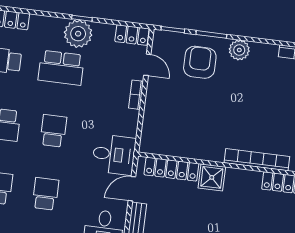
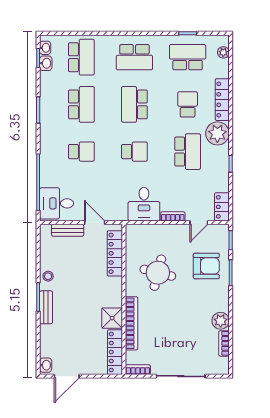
plant: (78, 34) -> (217, 133), moved
plant: (239, 50) -> (221, 321), moved
school desk: (61, 68) -> (188, 152), turned 180
round table: (201, 121) -> (158, 273), added
desk: (114, 155) -> (144, 204), moved
shower: (212, 177) -> (112, 318), moved

